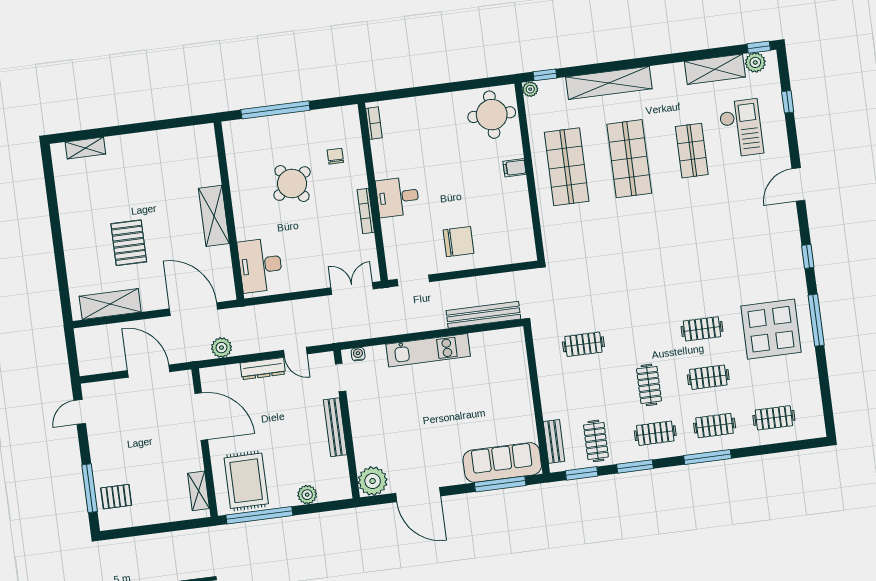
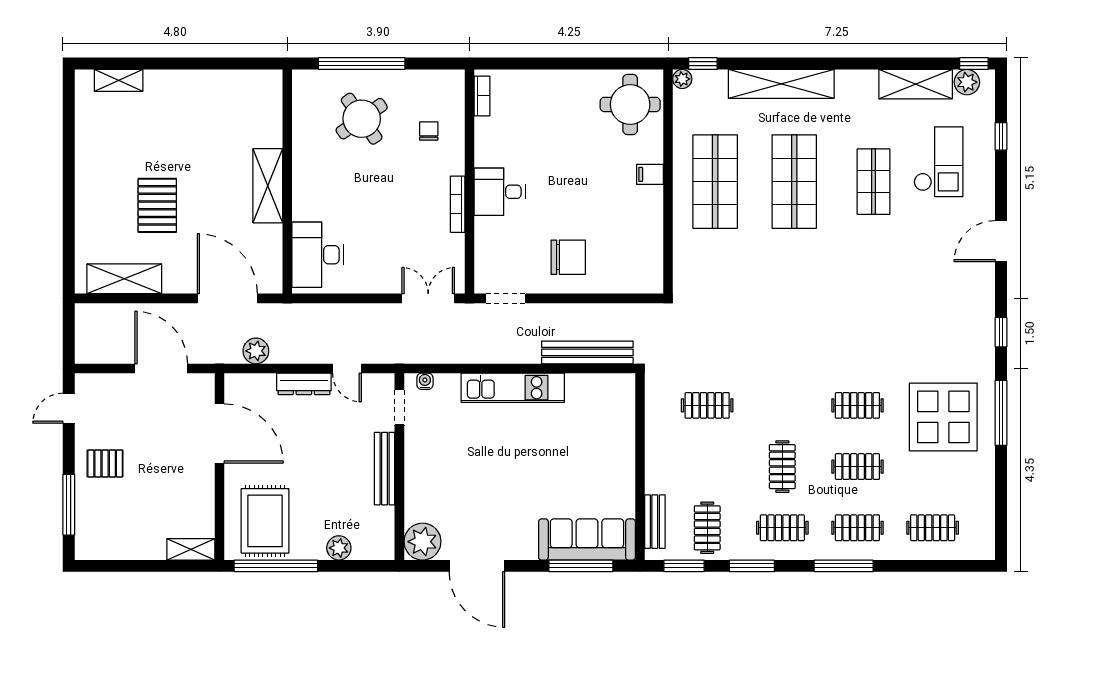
round table: (292, 184) -> (362, 119), moved
shelving: (198, 491) -> (191, 549), moved, turned 90
pallet: (116, 497) -> (105, 463), moved

